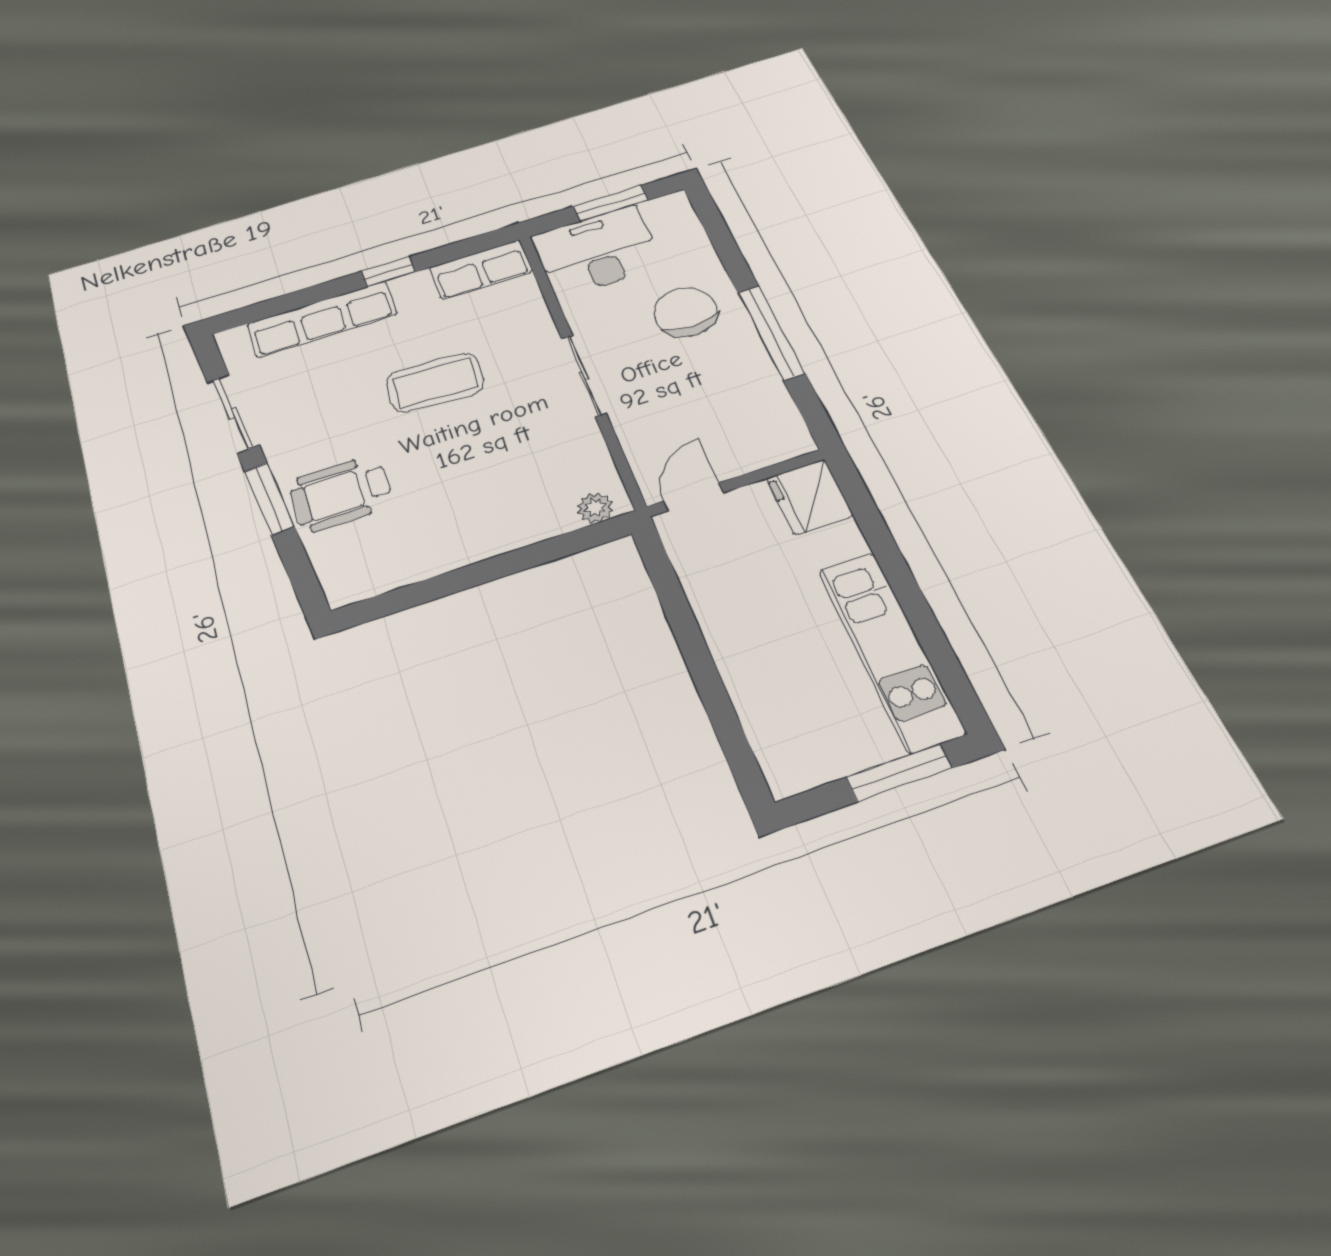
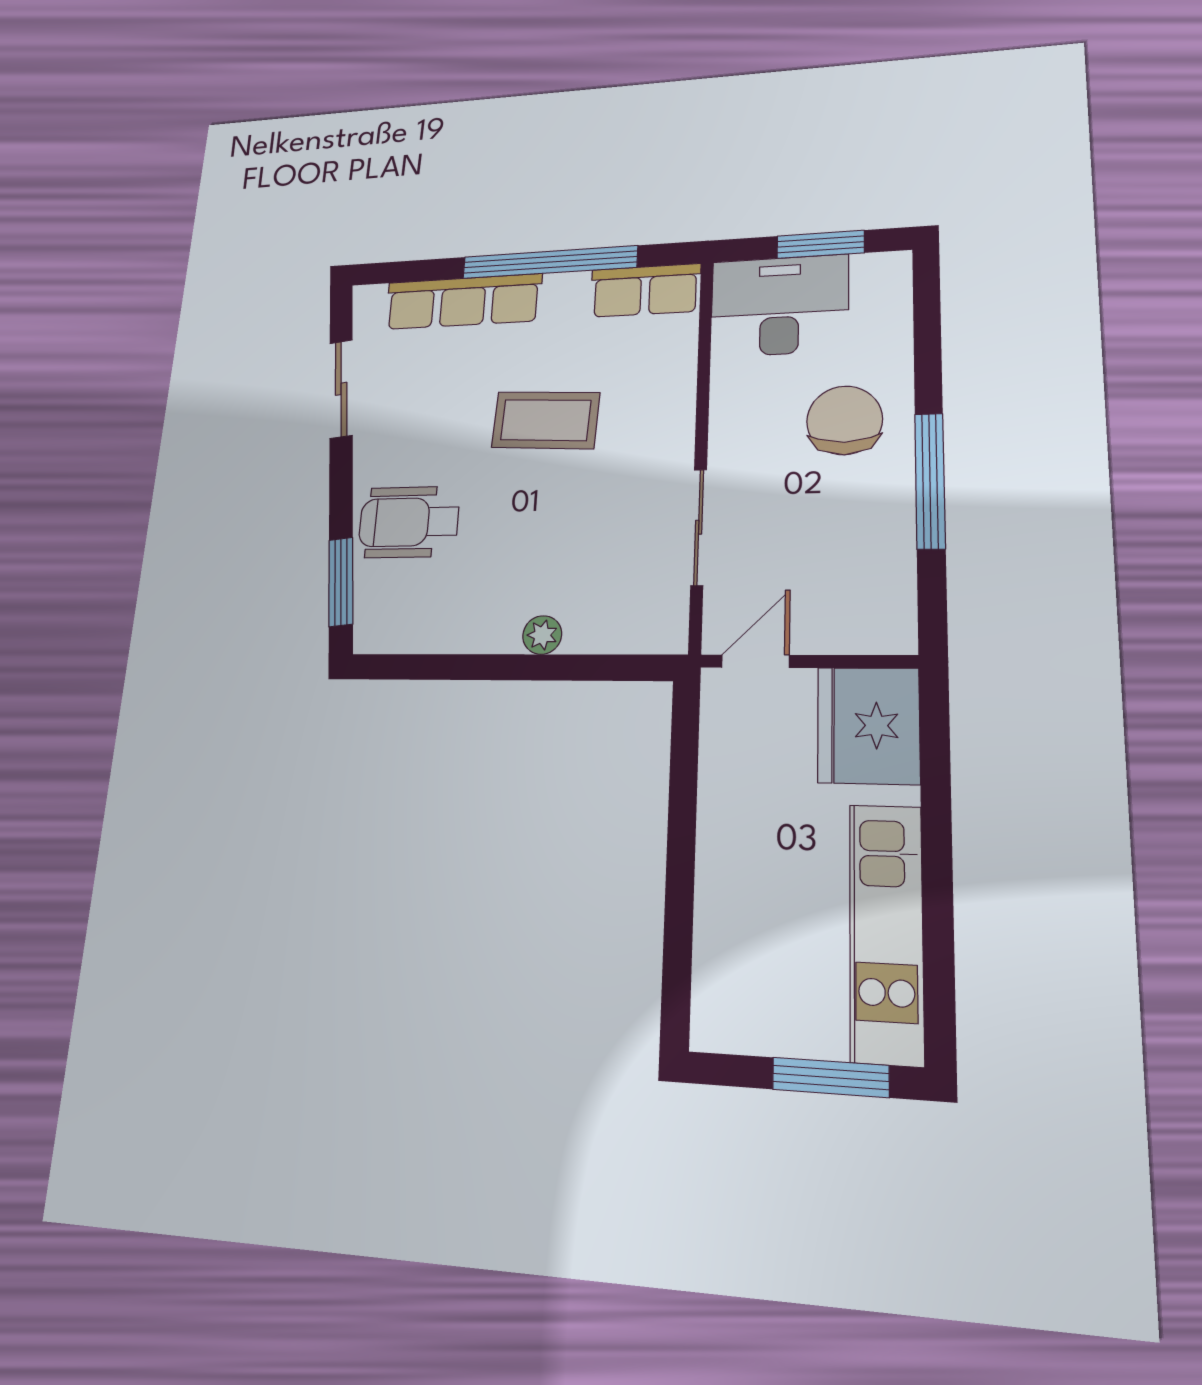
window: (388, 272) -> (549, 262), width x3.17
sliding door: (584, 376) -> (699, 527), moved
fridge: (810, 497) -> (868, 725), width x1.36, depth x1.34
window: (269, 499) -> (341, 582), moved
plant: (595, 508) -> (542, 635), moved

